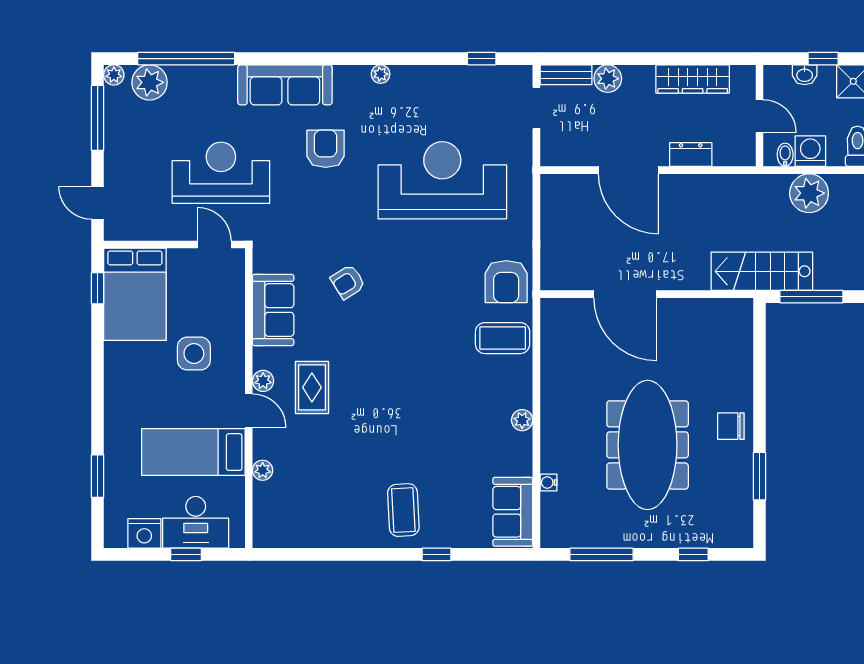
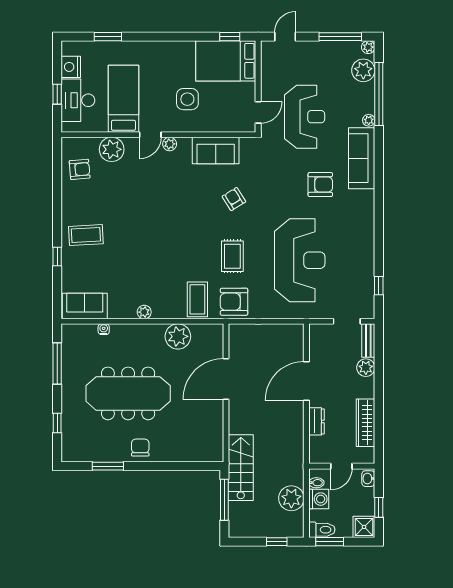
plant: (381, 74) -> (369, 120), moved
washbasin: (805, 75) -> (368, 479), moved
plant: (560, 368) -> (178, 336), added
rug: (312, 387) -> (232, 256), moved, turned 90
plant: (263, 470) -> (112, 149), width x1.87, depth x1.87
armchair: (302, 520) -> (80, 169), added

